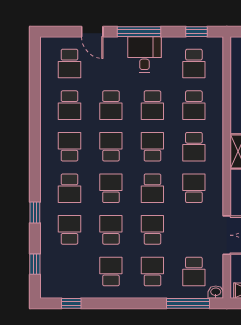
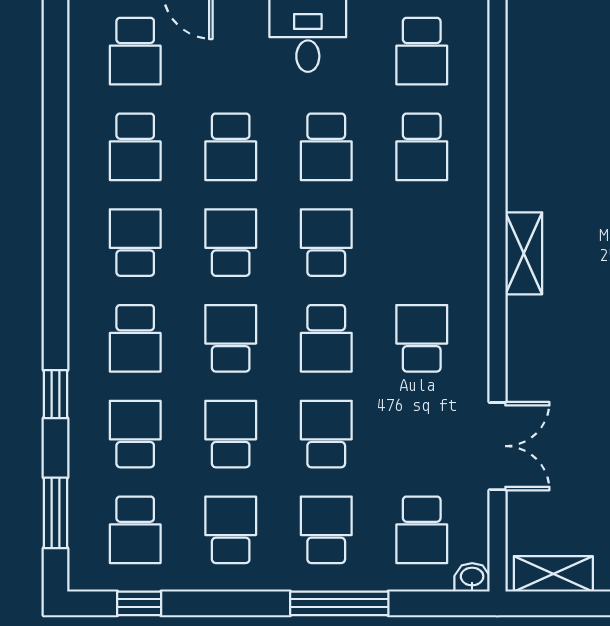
school desk: (194, 147) -> (135, 530), moved
window: (35, 264) -> (56, 513), width x1.50
window: (188, 303) -> (339, 603), moved

